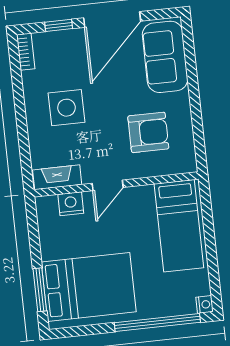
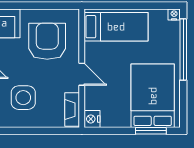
armchair: (148, 132) -> (47, 41), width x1.36, depth x1.36
nightstand: (71, 204) -> (92, 119), moved

